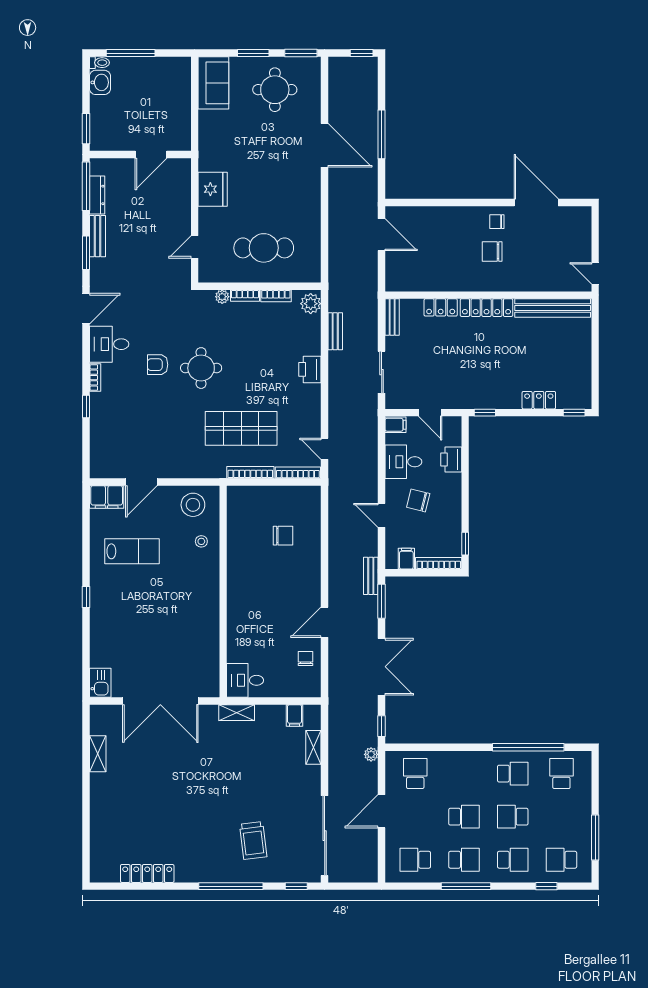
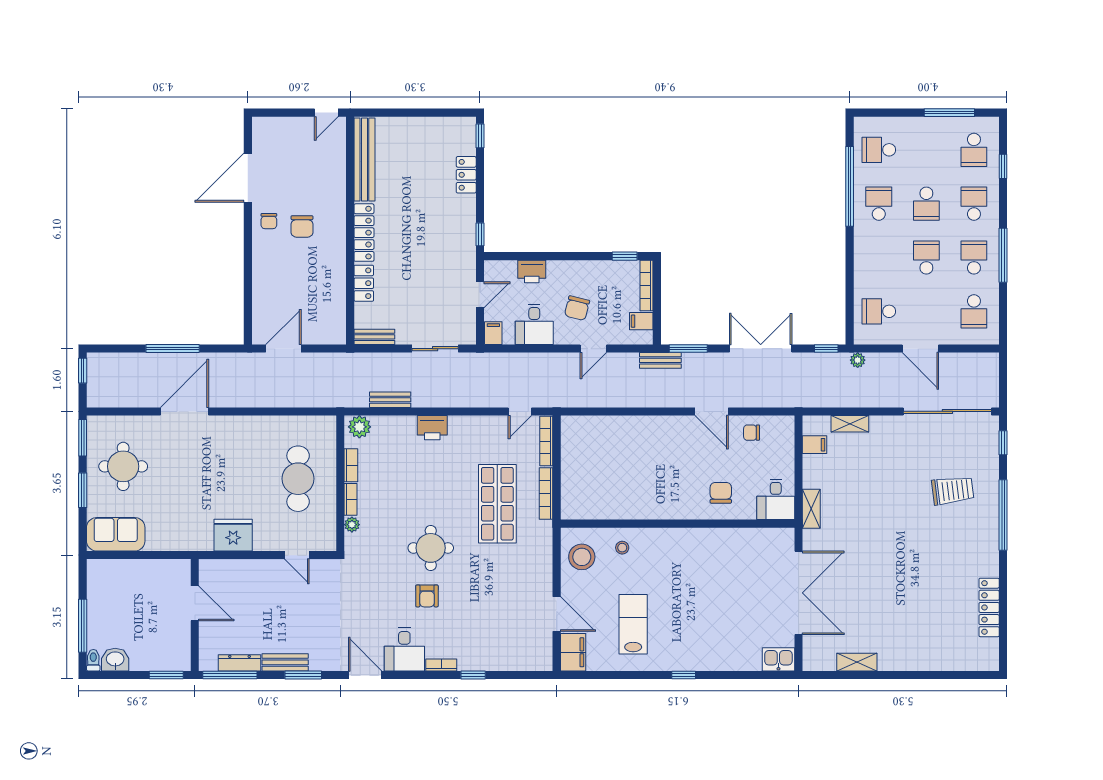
chair: (283, 536) -> (721, 493), moved

